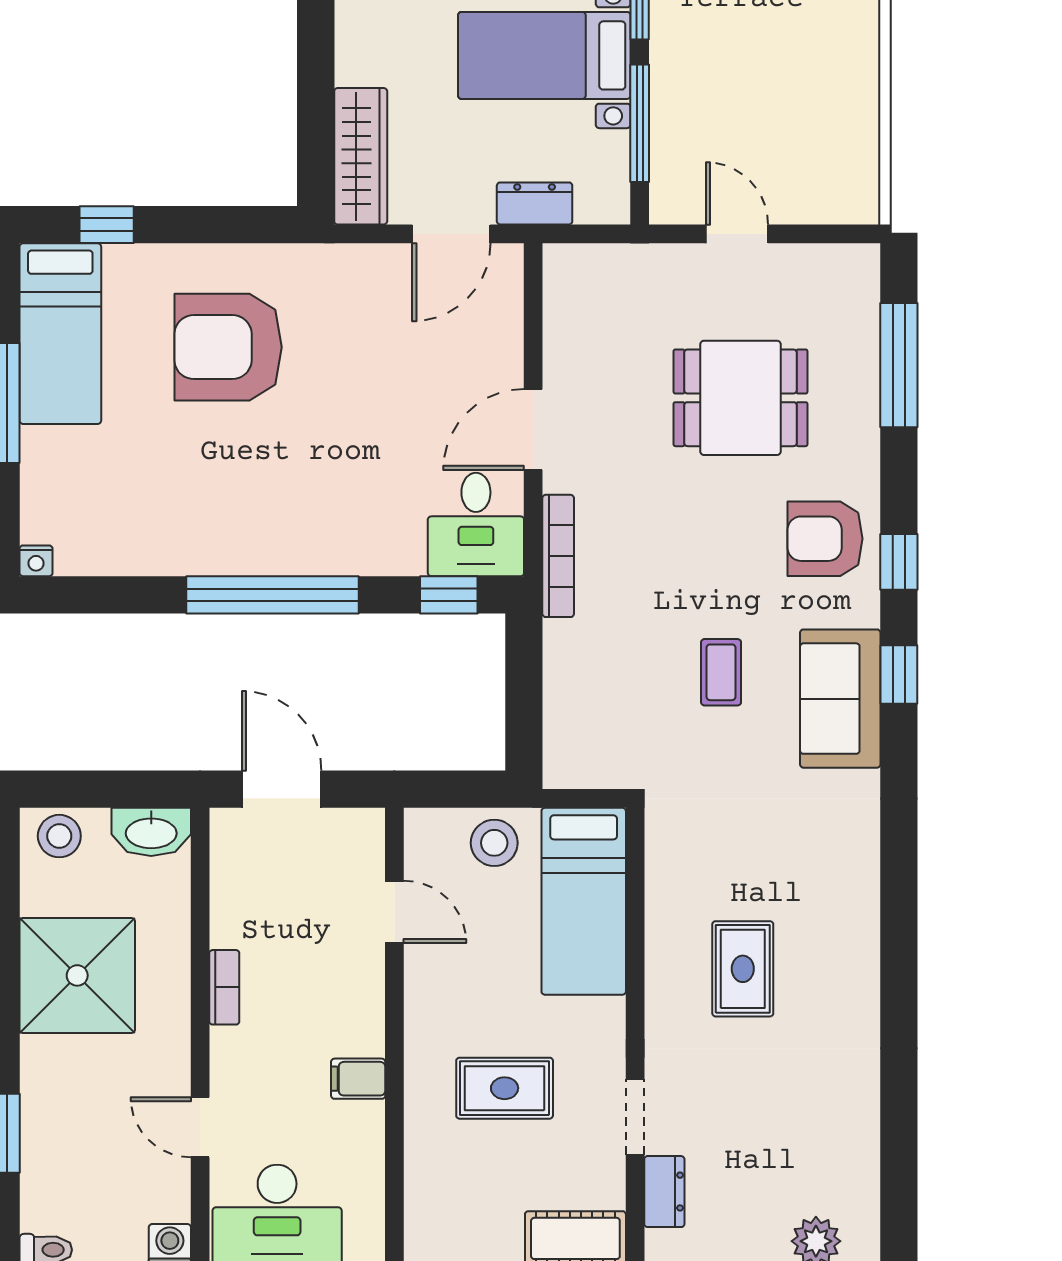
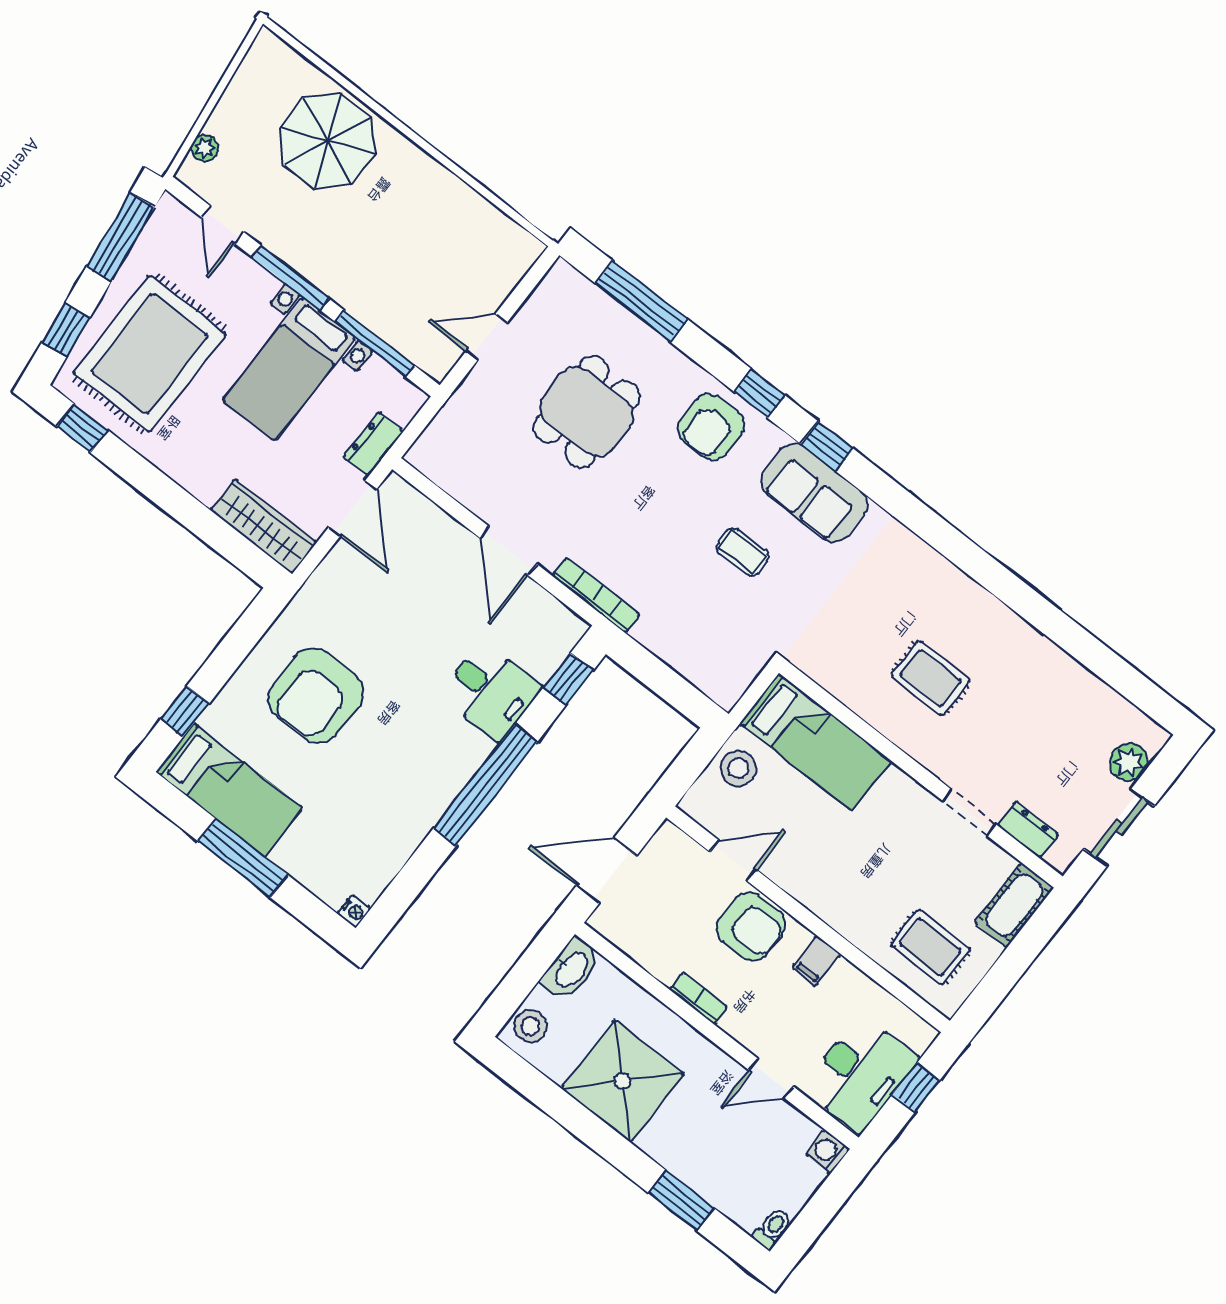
desk: (476, 525) -> (491, 691), moved
armchair: (341, 984) -> (751, 926), added
rug: (505, 1088) -> (930, 947), moved, turned 90

